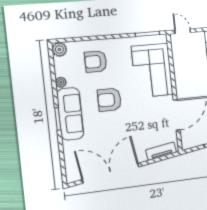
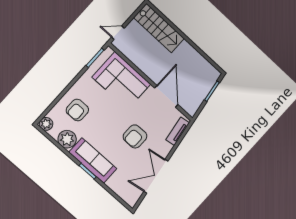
plant: (61, 82) -> (67, 139), width x1.88, depth x1.88
armchair: (109, 100) -> (135, 136), moved
double door: (111, 173) -> (156, 176), width x0.73

